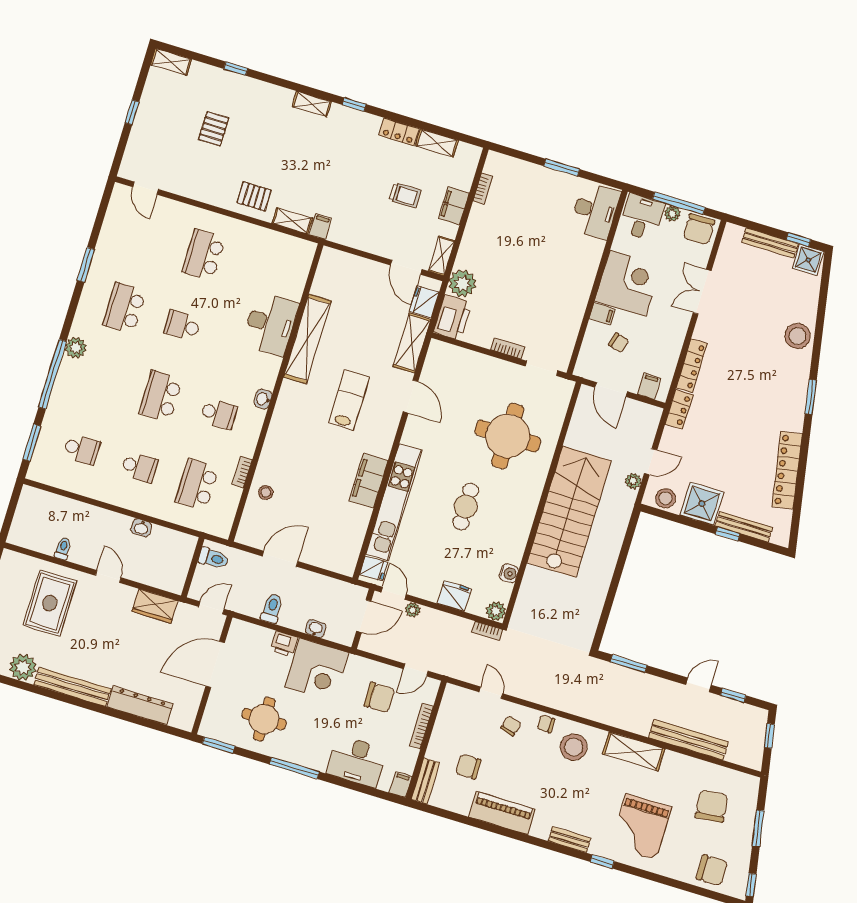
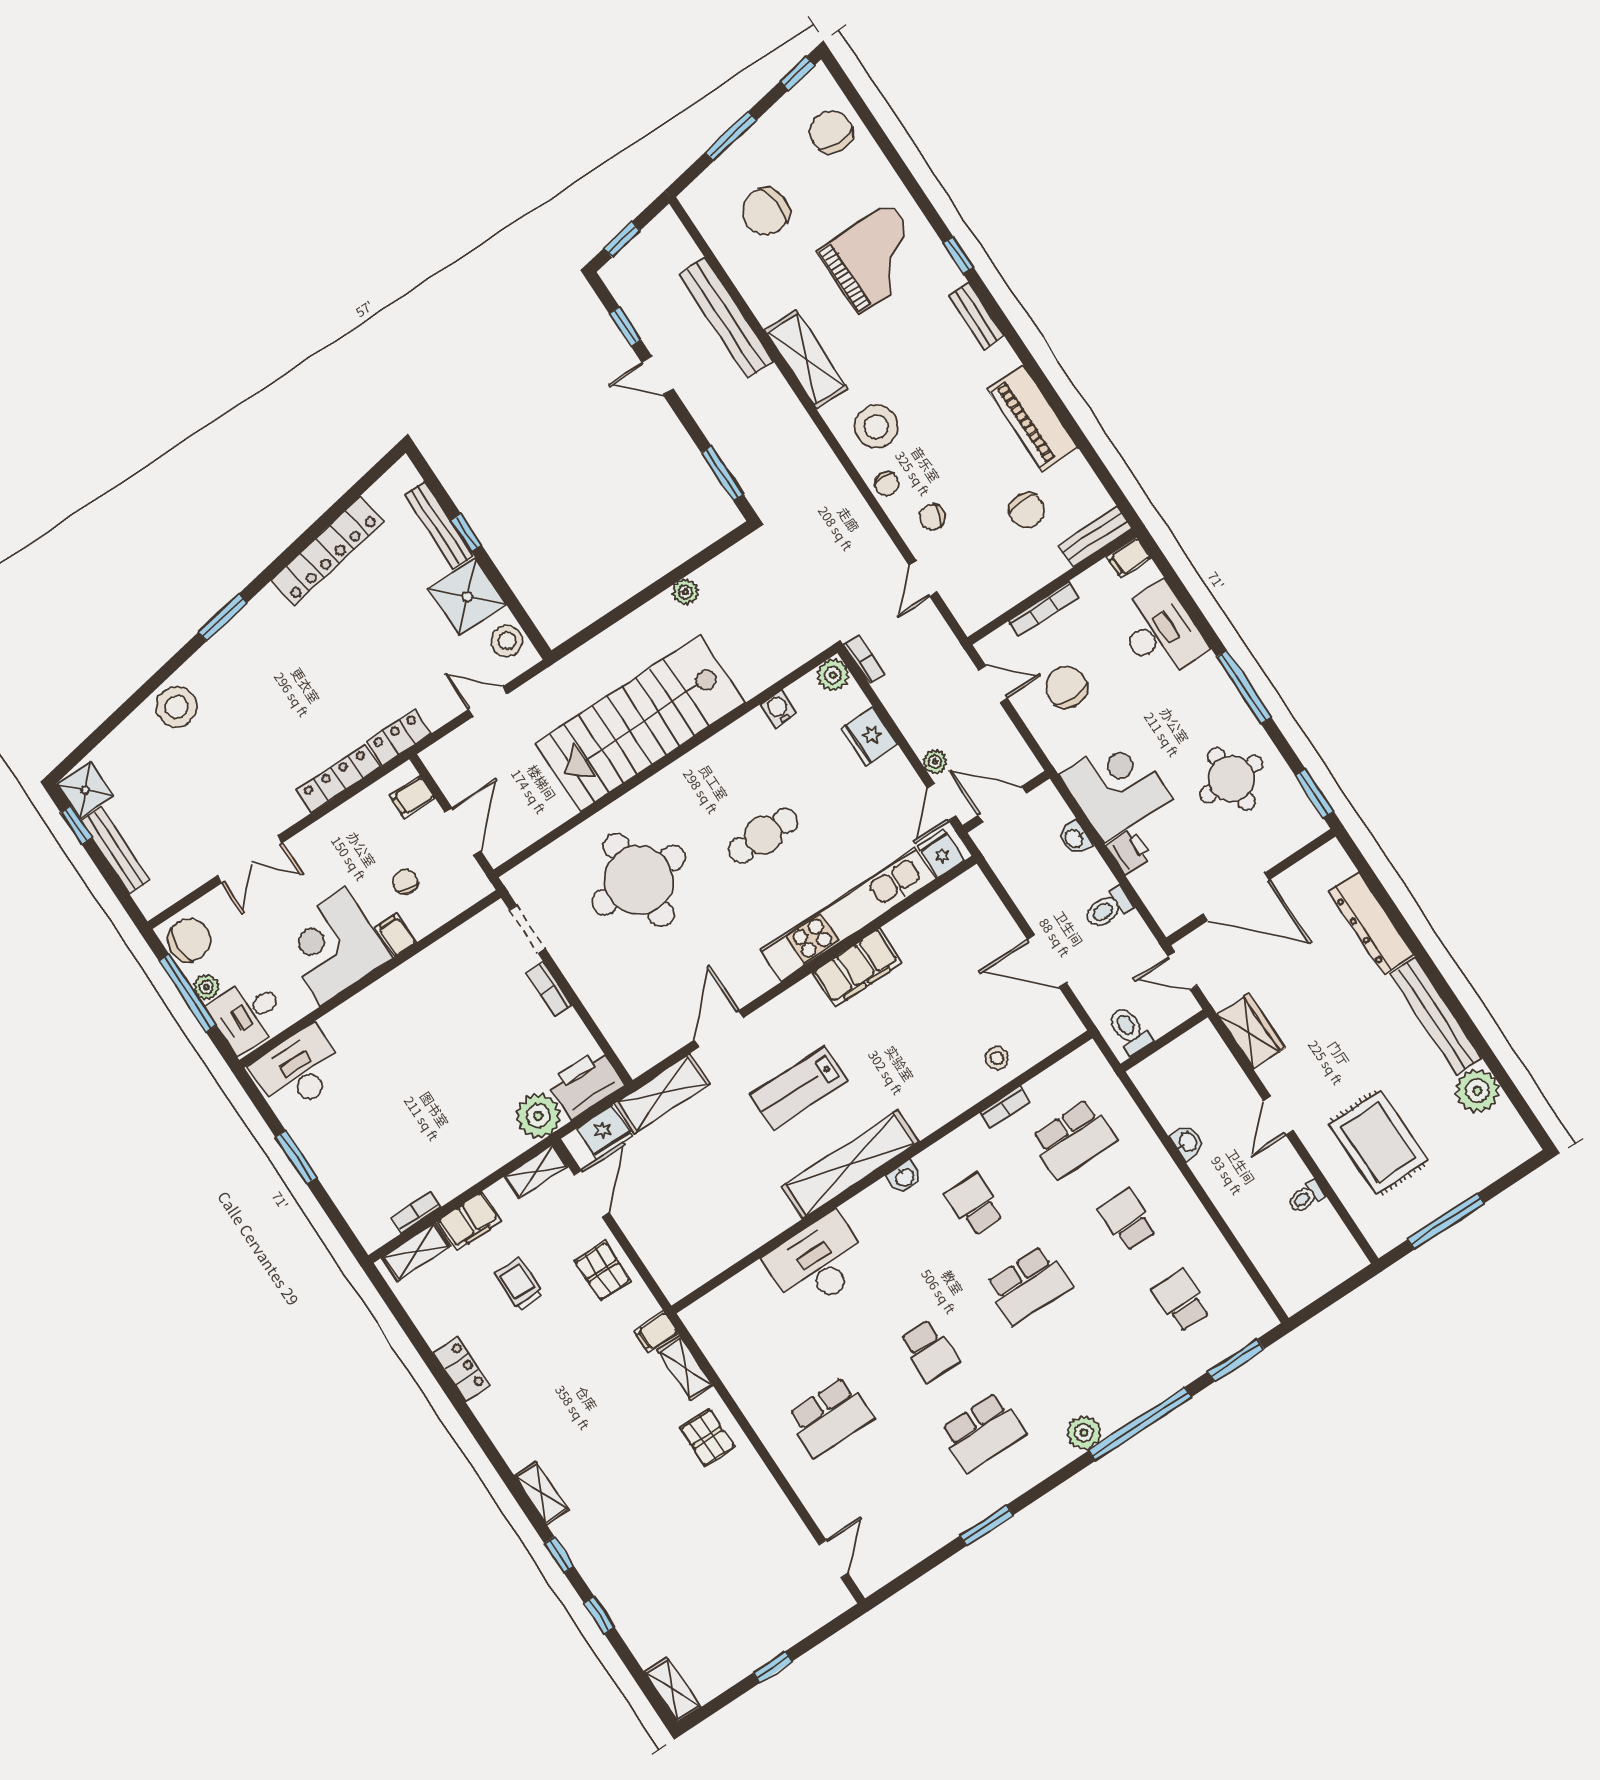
window: (354, 105) -> (559, 1555), moved
pallet: (214, 129) -> (603, 1271), moved, turned 90
shelving: (437, 143) -> (416, 1252), moved, turned 90
shelving: (307, 339) -> (850, 1164), moved
plant: (633, 481) -> (685, 592), moved
rug: (50, 603) -> (1378, 1143), turned 90

